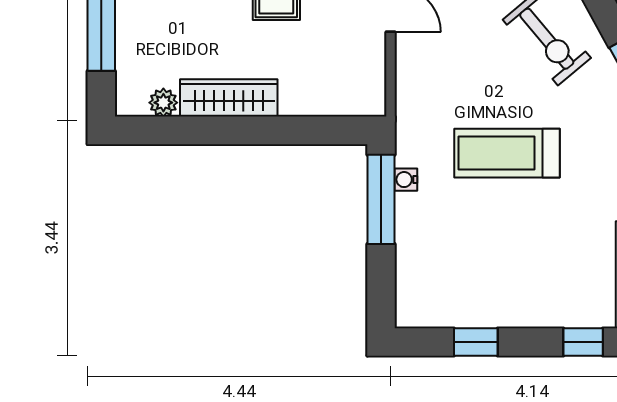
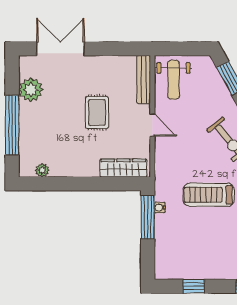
wardrobe: (229, 98) -> (123, 168), moved

